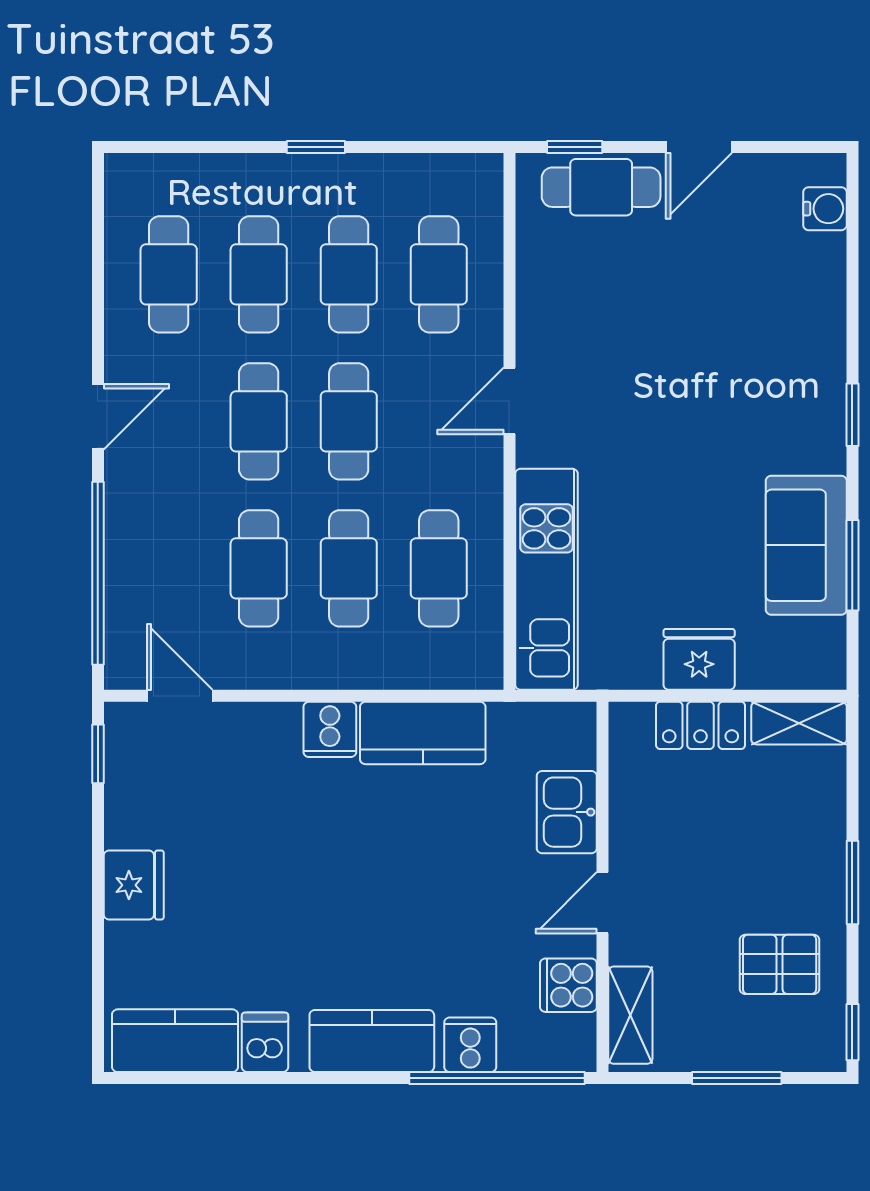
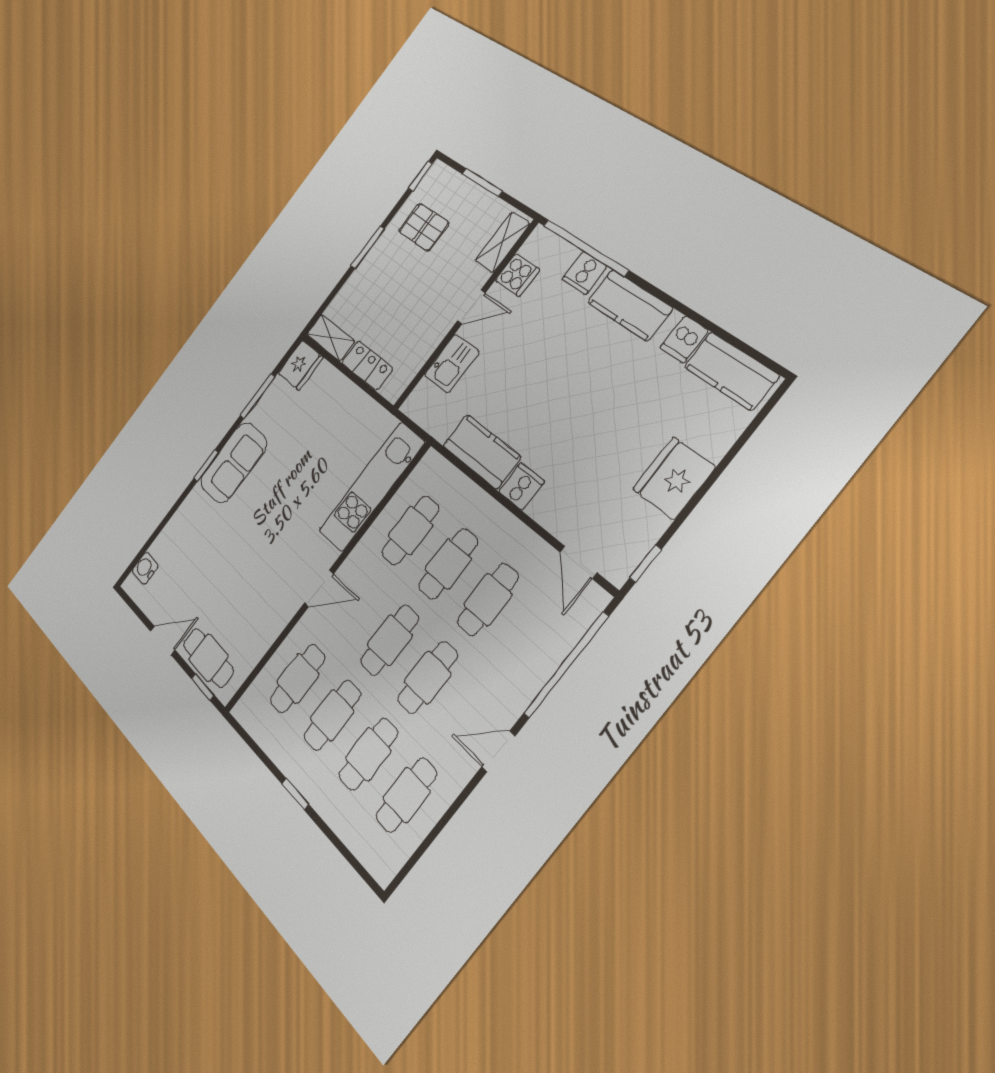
sofa: (806, 545) -> (234, 463), moved
fridge: (699, 659) -> (301, 365), moved, turned -90
fridge: (134, 885) -> (674, 478), width x1.36, depth x1.34

